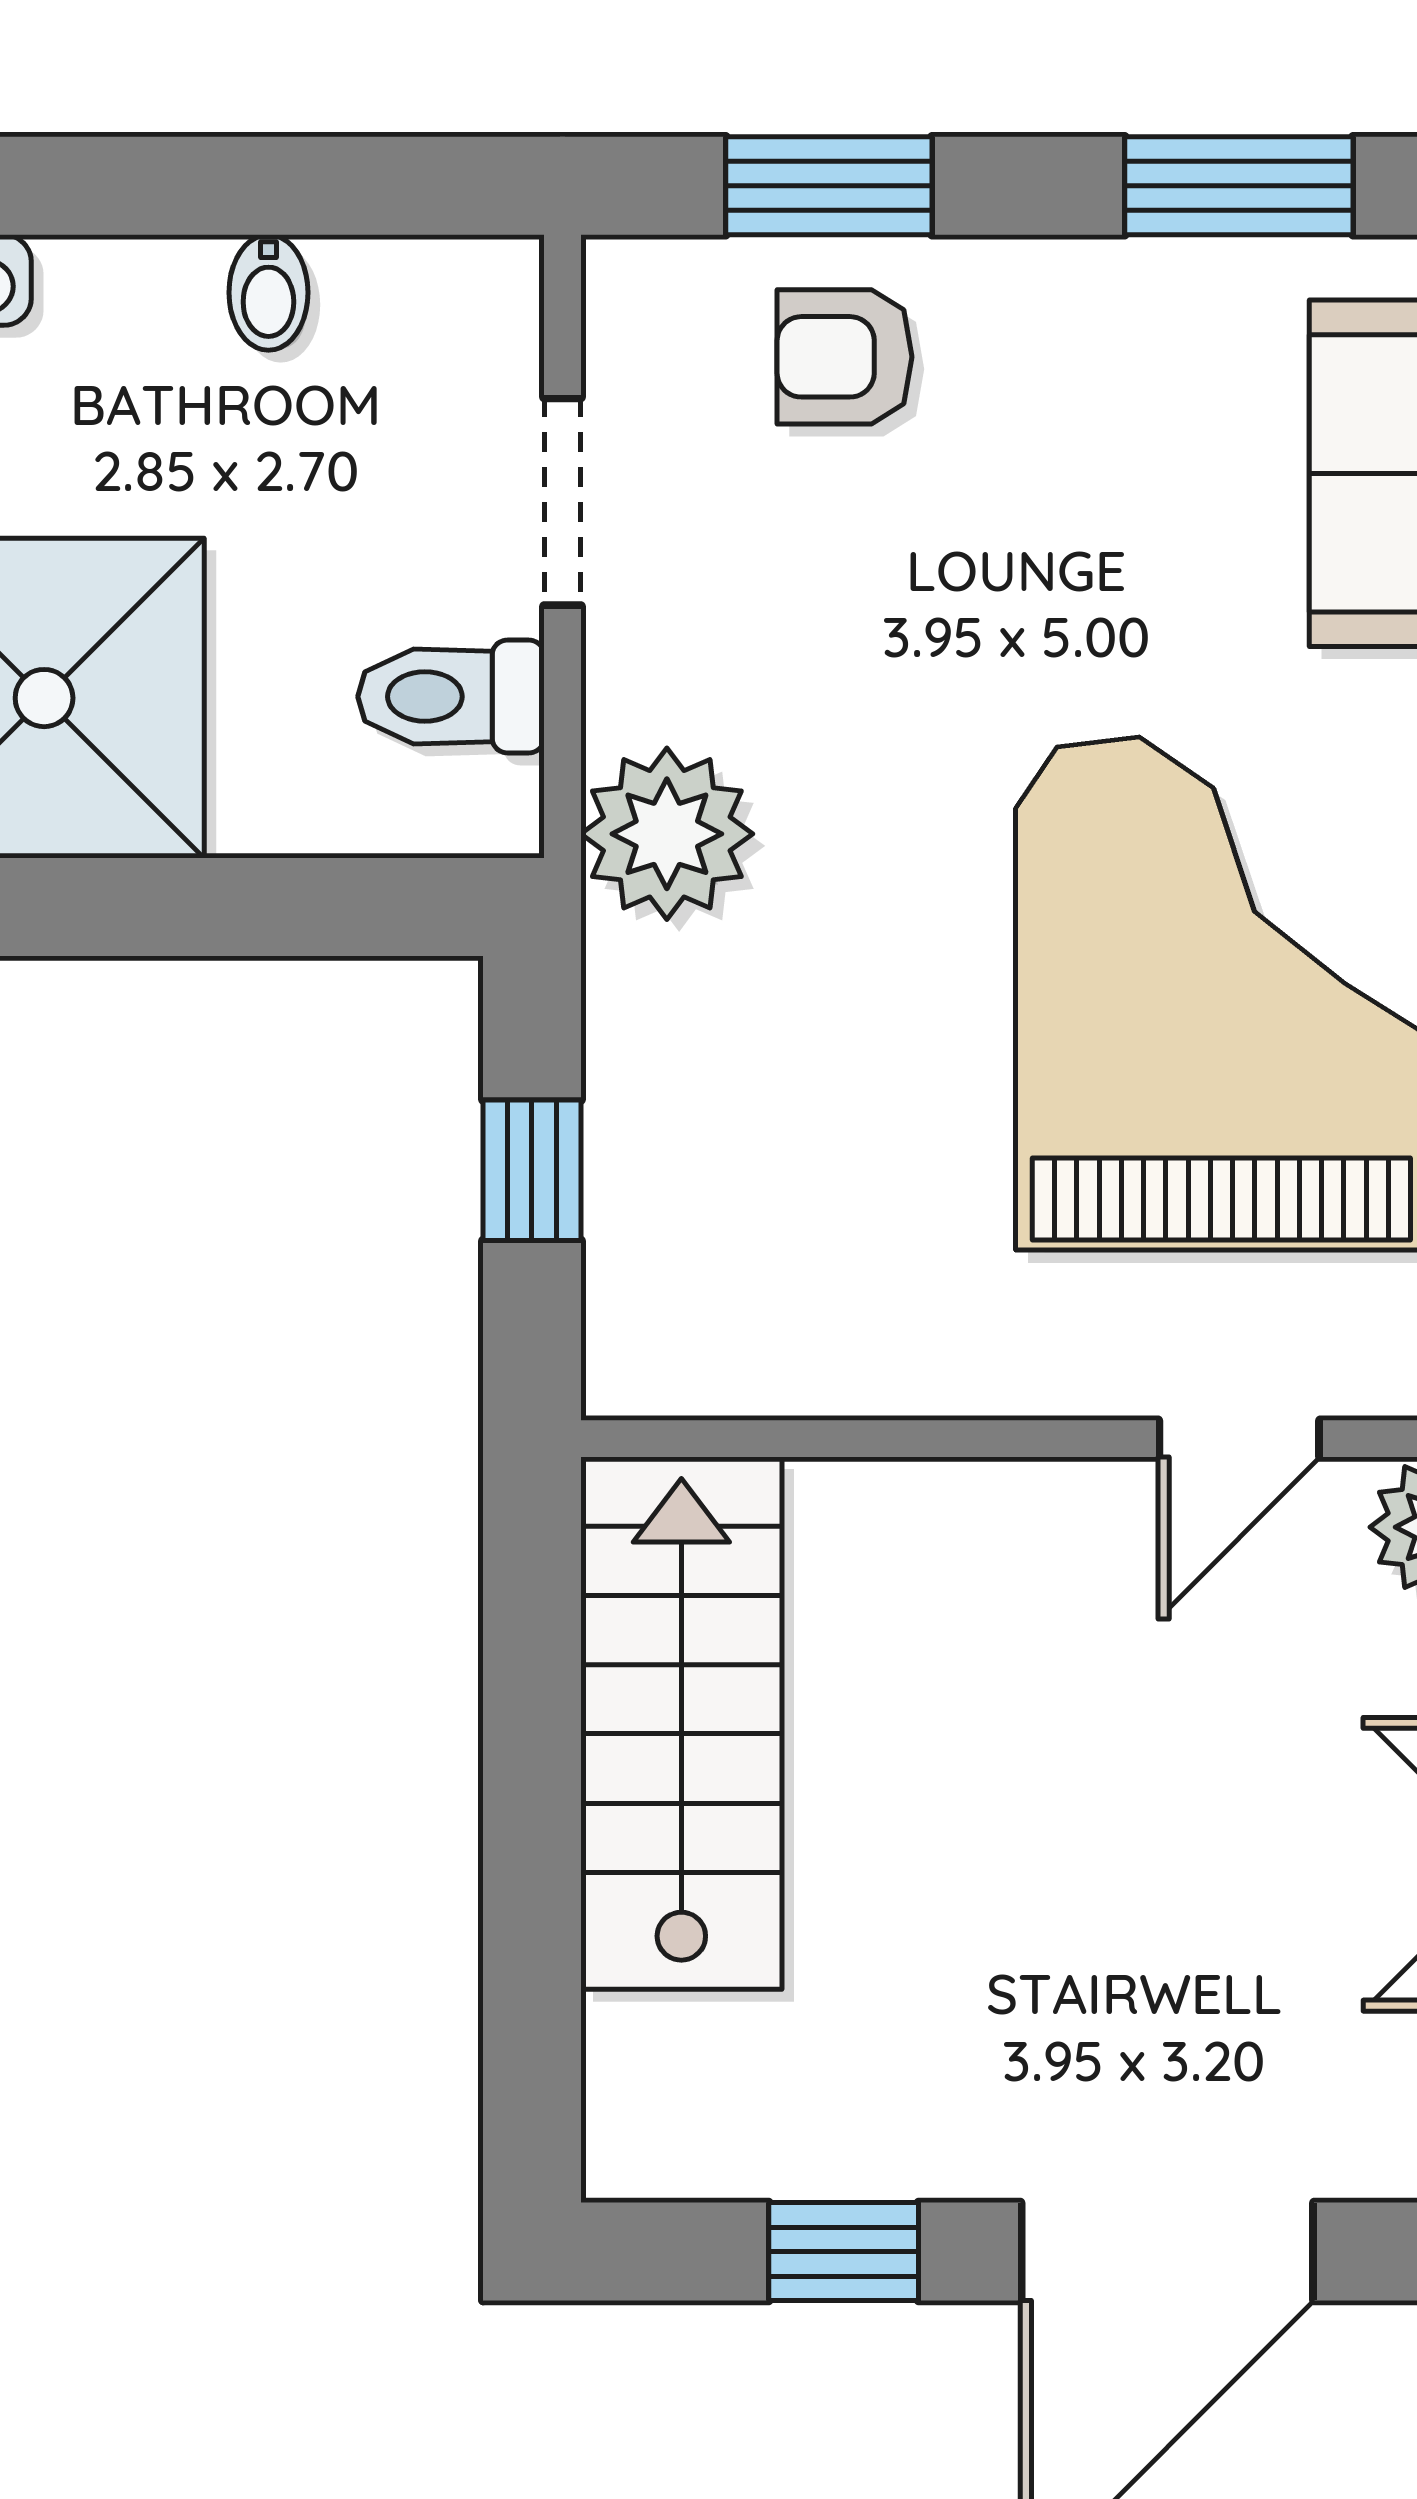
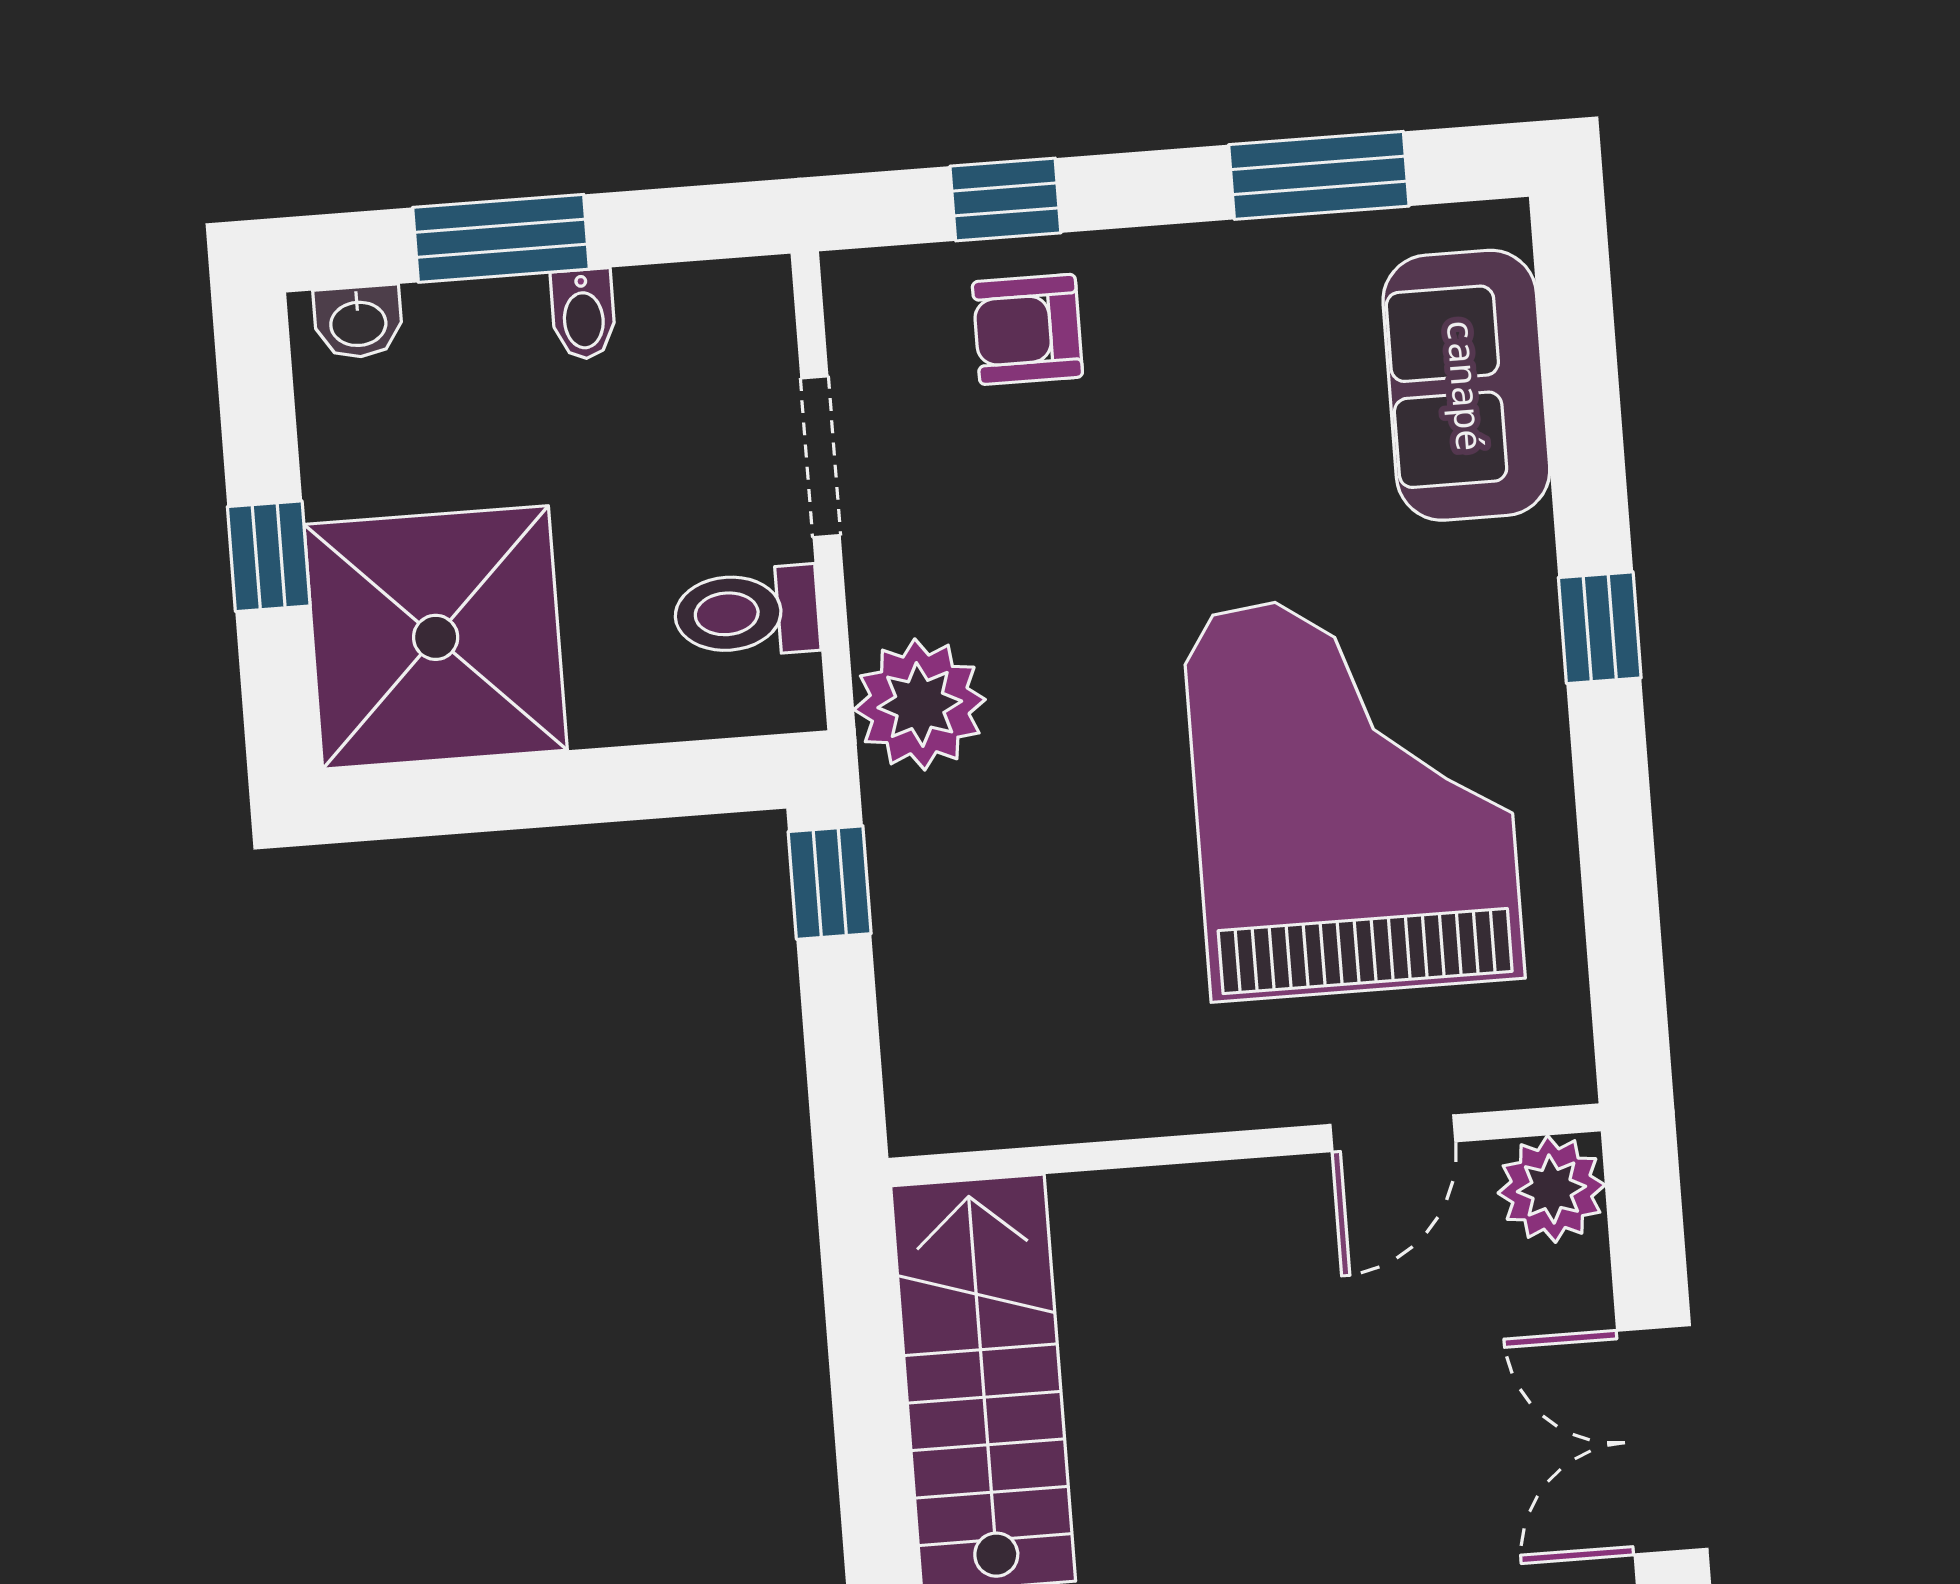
window: (169, 186) -> (501, 238), added
window: (829, 186) -> (1005, 199), width x0.67
window: (532, 1170) -> (830, 883), moved

